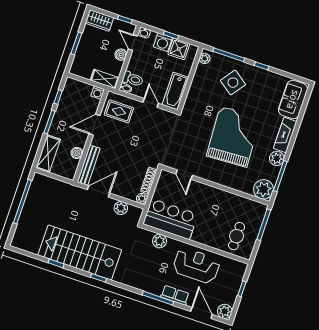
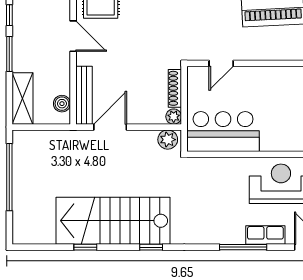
door: (95, 125) -> (73, 36), swing flipped
boiler: (77, 153) -> (62, 104), moved
door: (184, 175) -> (221, 63), hinge flipped
plant: (121, 208) -> (168, 140), moved
plant: (160, 241) -> (218, 167), removed

